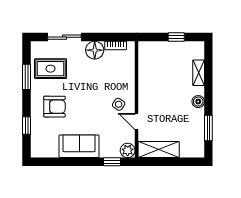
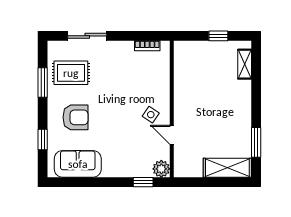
floor lamp: (95, 50) -> (123, 51), removed
shelving: (199, 73) -> (245, 64), moved
boiler: (198, 102) -> (244, 111), removed
sofa: (79, 146) -> (78, 164), moved
shelving: (159, 150) -> (227, 168), moved

